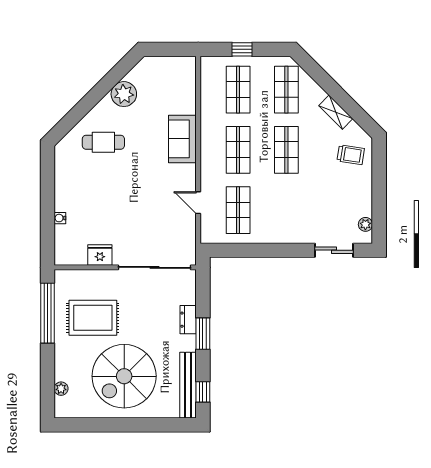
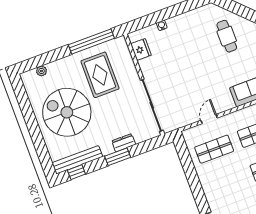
fridge: (100, 255) -> (141, 49), moved

